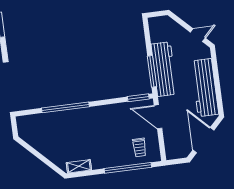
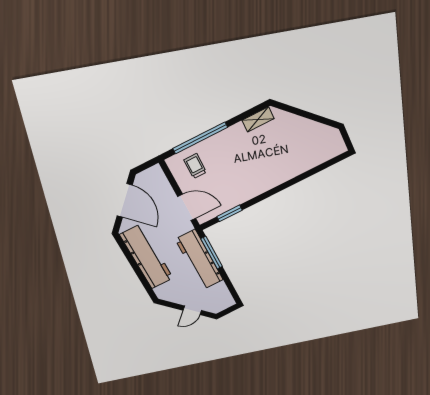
door: (198, 35) -> (192, 310), moved
window: (138, 98) -> (230, 213), moved
window: (65, 107) -> (295, 181), removed

